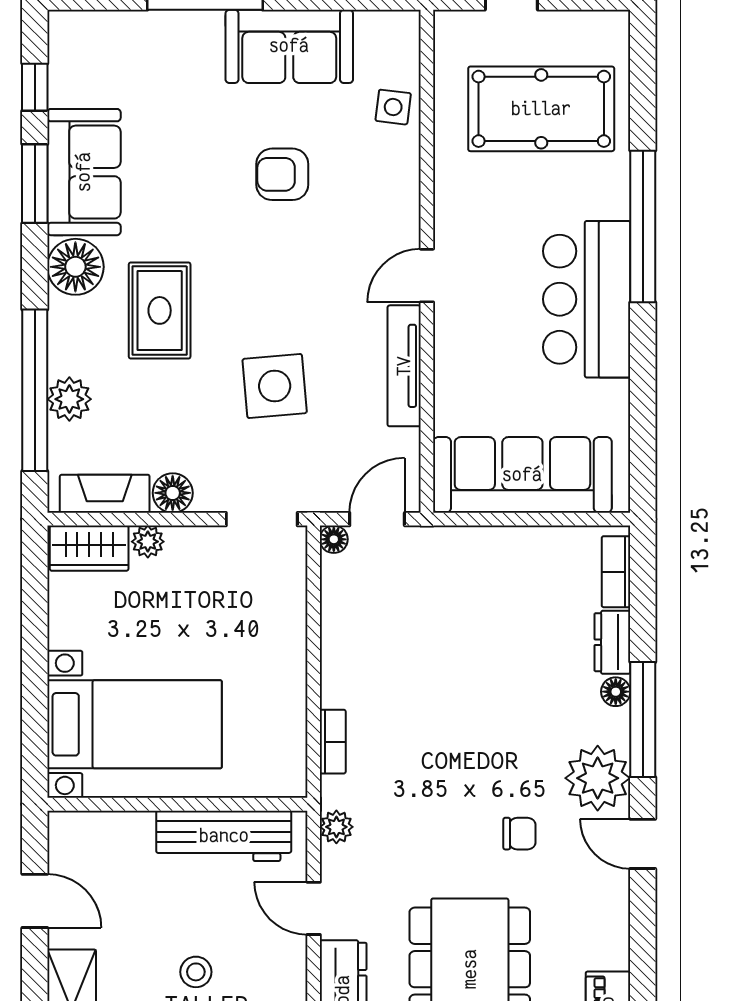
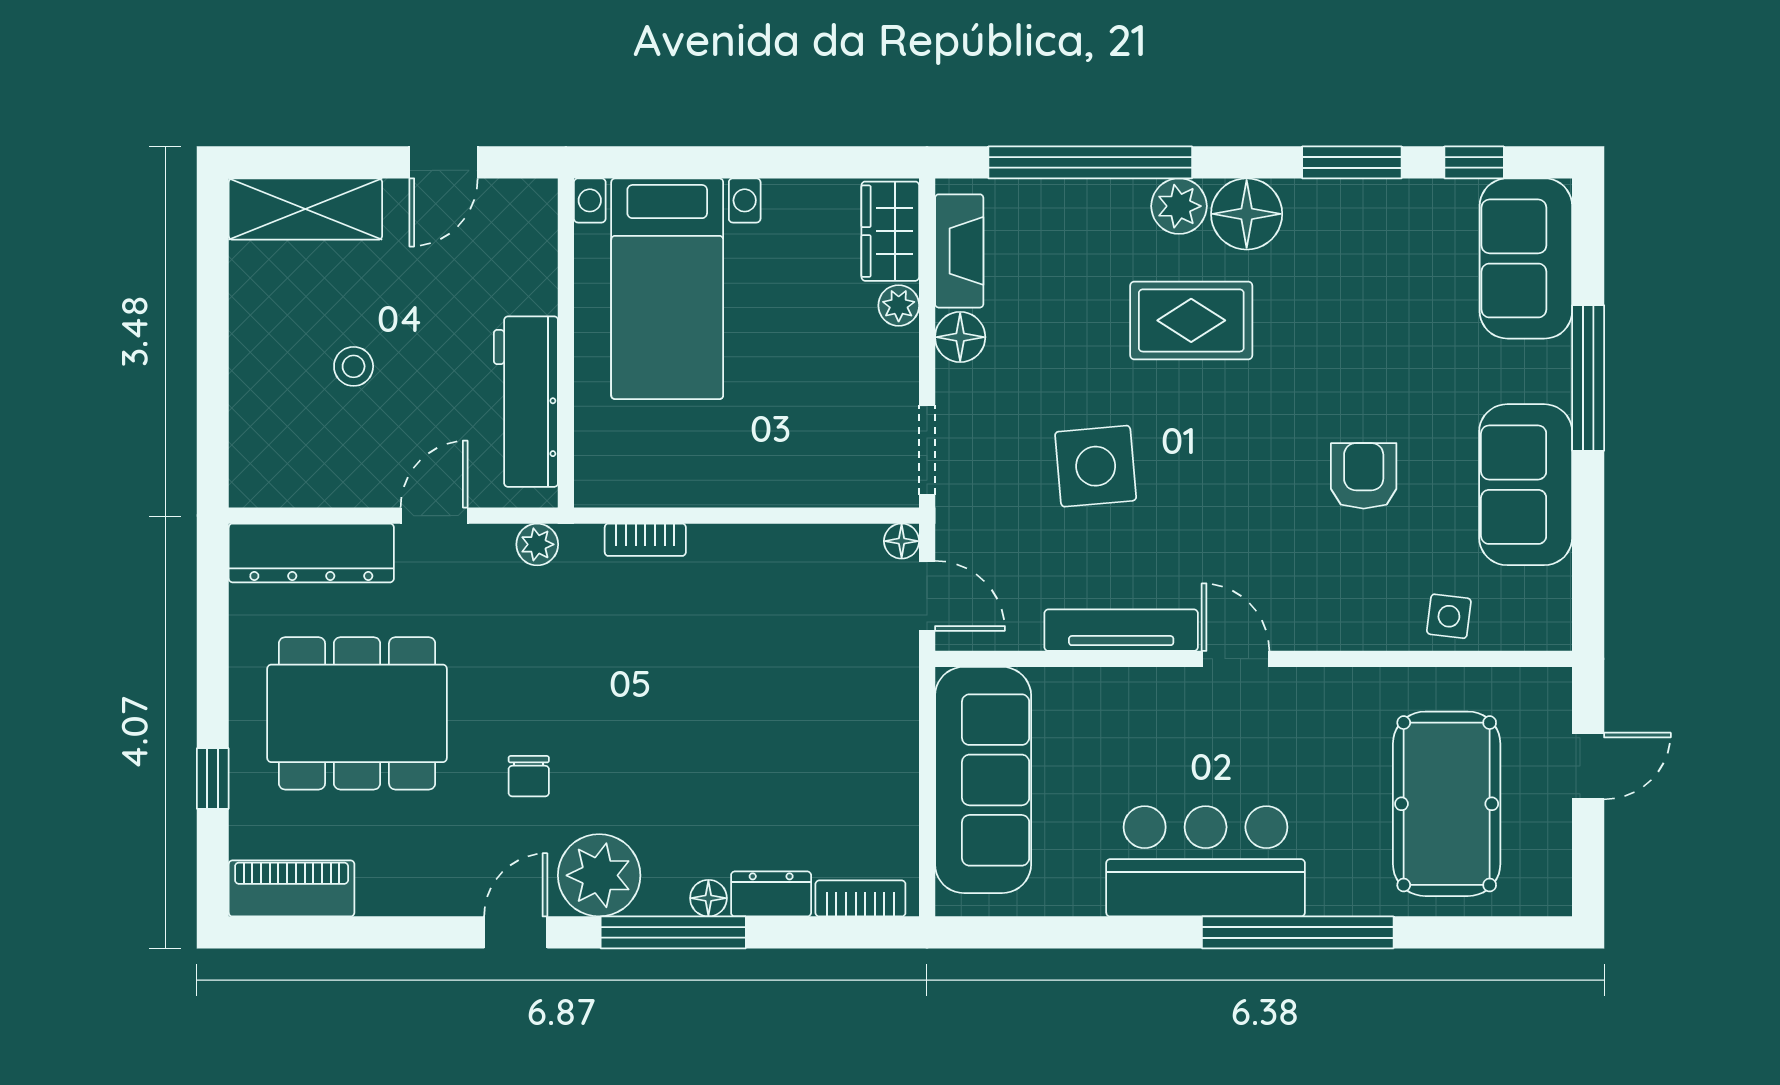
sofa: (84, 172) -> (1526, 258), moved, turned 90
plant: (69, 399) -> (1179, 206), moved

